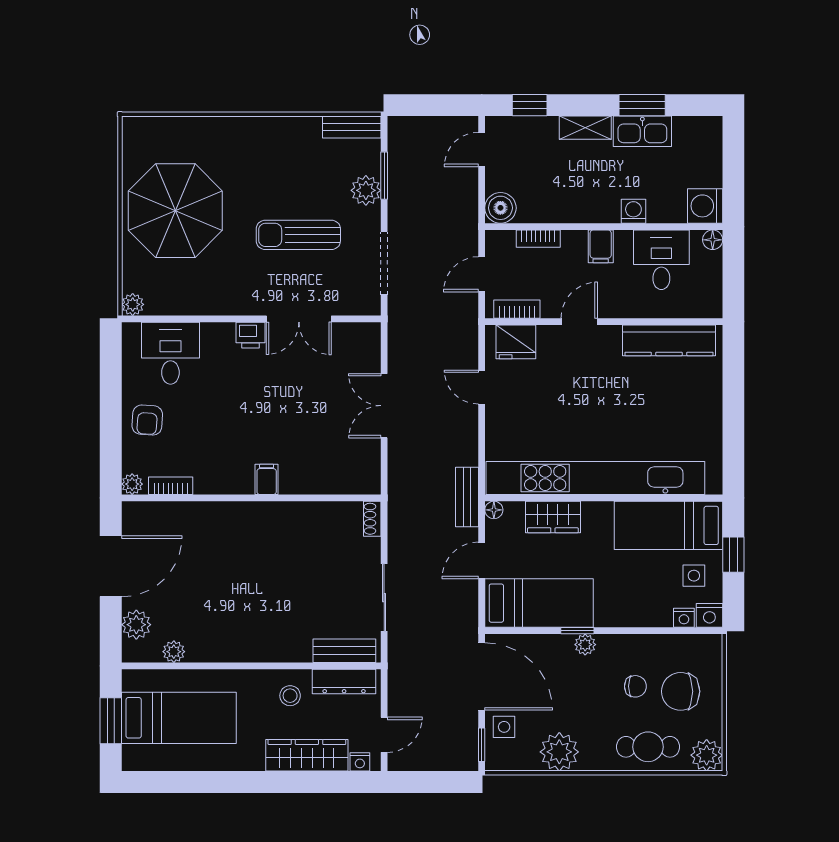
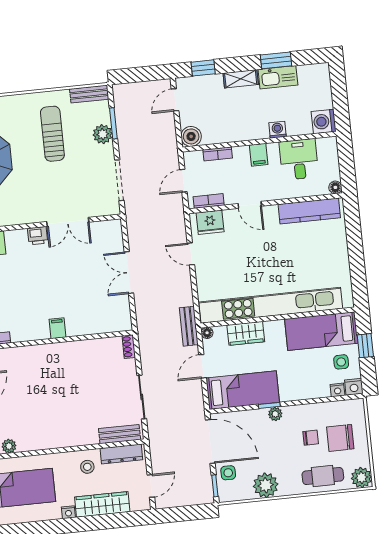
sun lounger: (298, 235) -> (52, 134), moved, turned 90
floor lamp: (713, 240) -> (335, 187), moved
door: (579, 322) -> (250, 205), swing flipped
nightstand: (360, 762) -> (68, 512), moved

